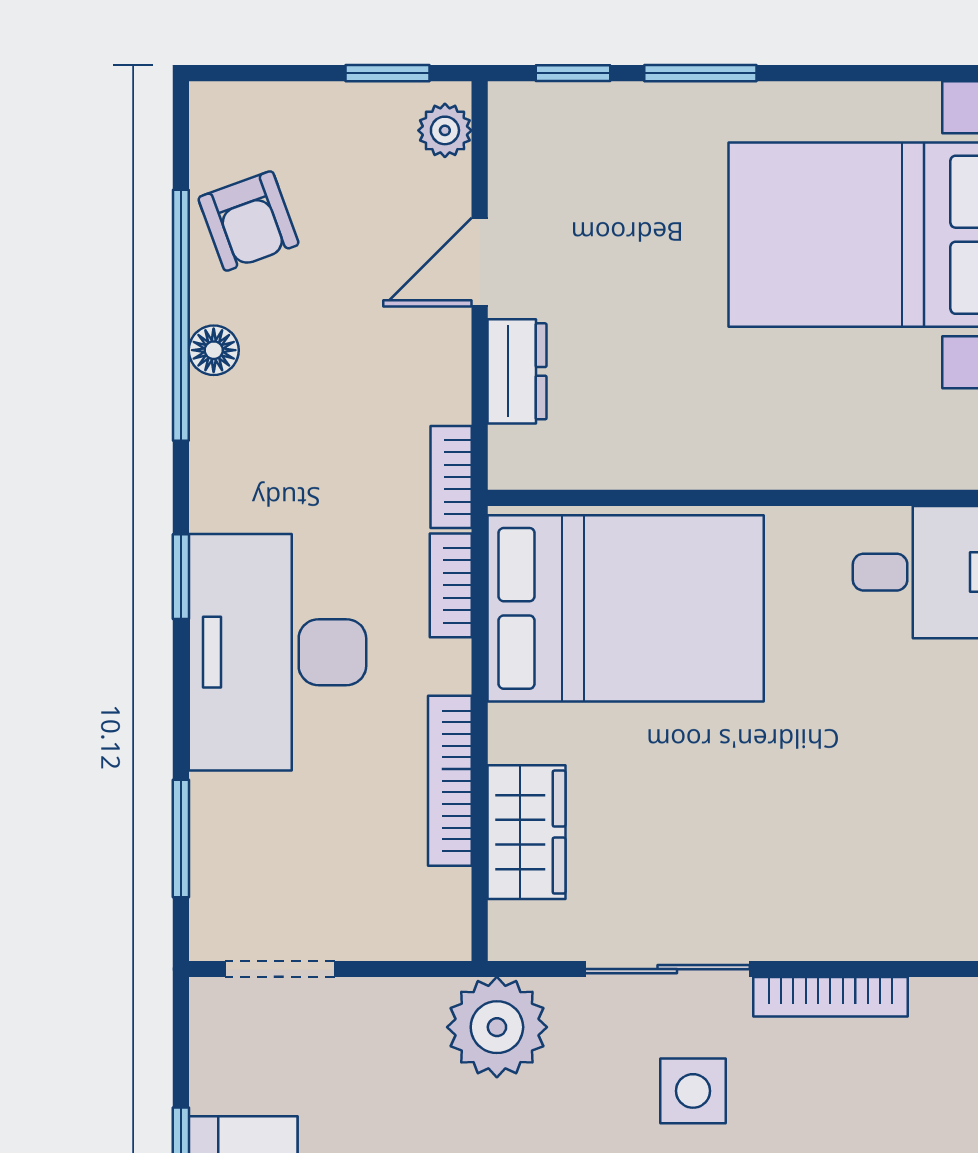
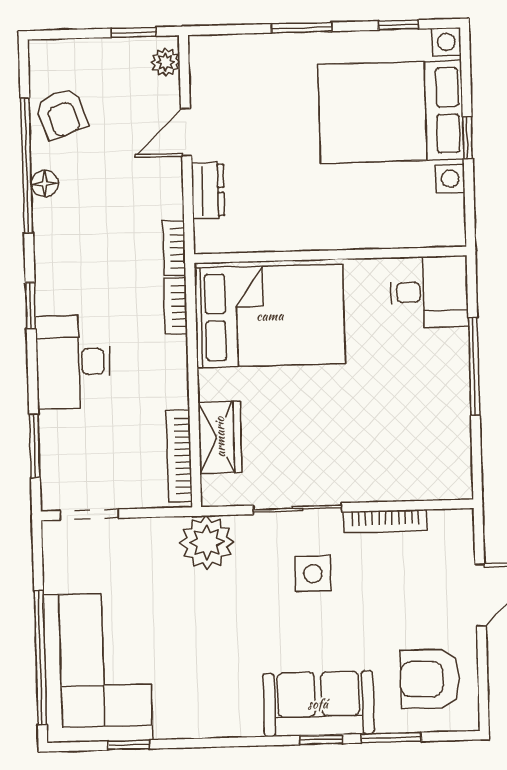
window: (573, 73) -> (398, 25), moved
desk: (277, 652) -> (73, 362), width x0.73, depth x0.77
bookcase: (450, 781) -> (179, 456), moved

